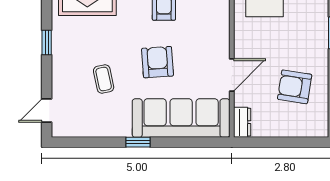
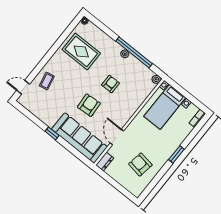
window: (47, 42) -> (47, 57), removed
door: (232, 75) -> (117, 137), swing flipped
coffee table: (104, 79) -> (47, 81), moved

